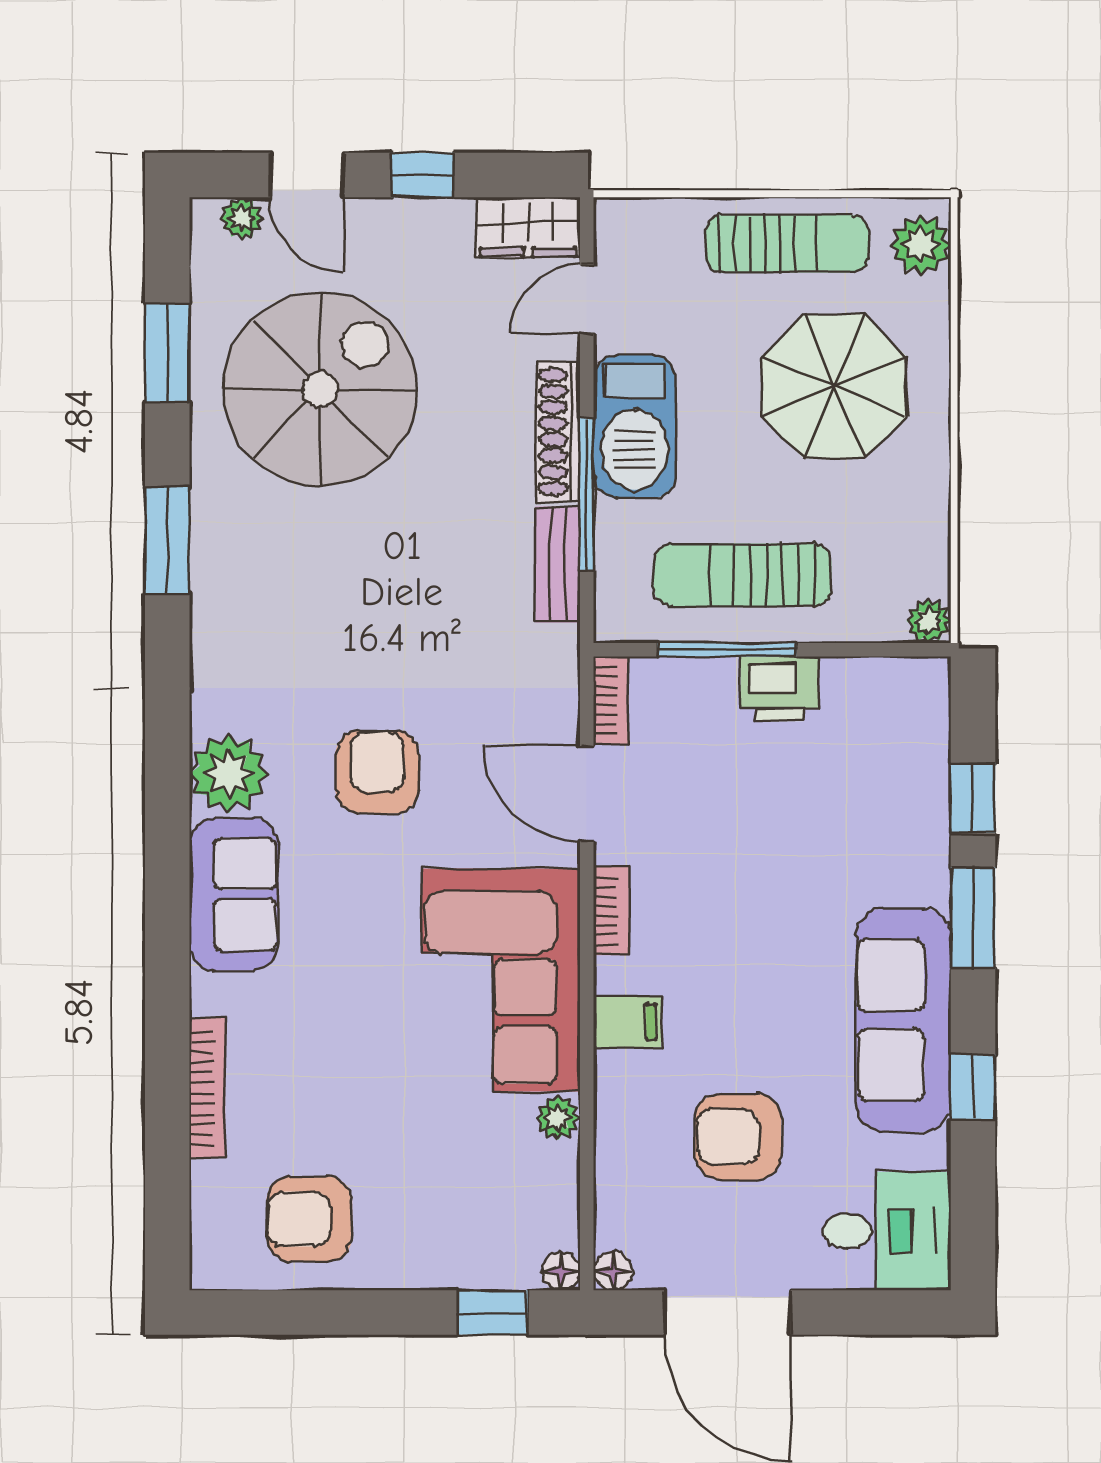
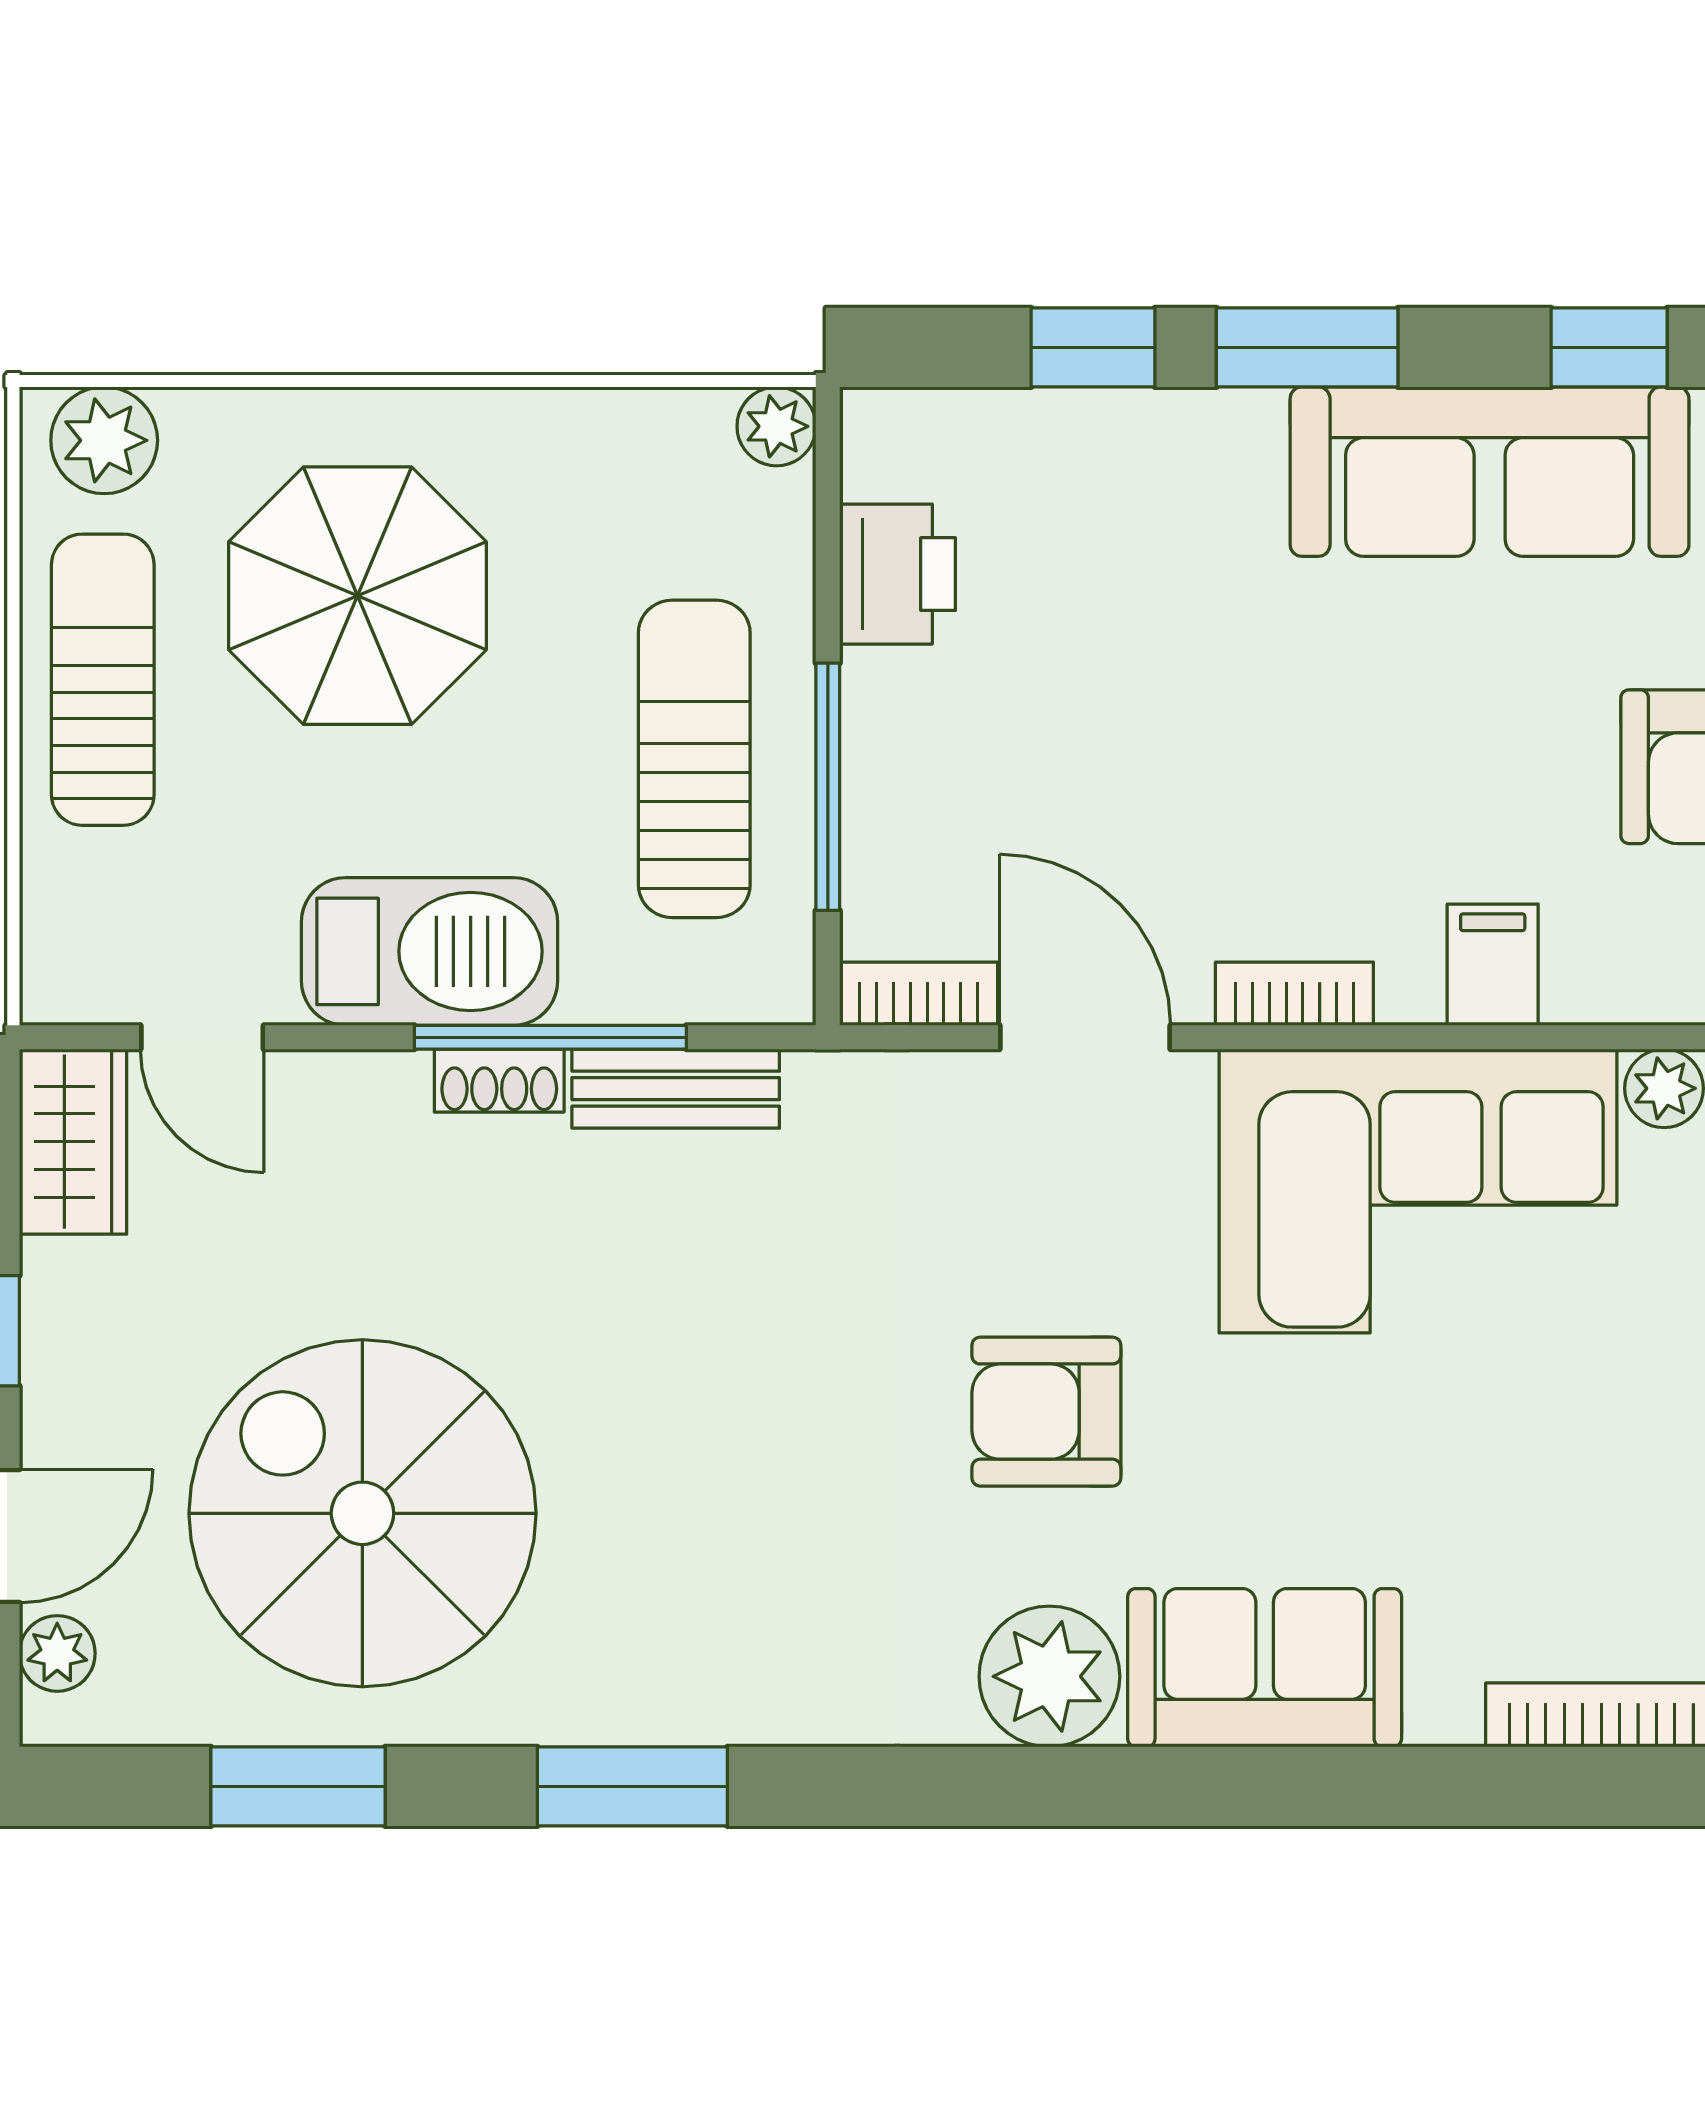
shoe rack: (558, 431) -> (499, 1081), width x0.51, depth x0.81
sun lounger: (743, 575) -> (694, 759), turned 180
printer: (780, 689) -> (898, 574), moved
door: (587, 794) -> (1085, 1037), swing flipped

